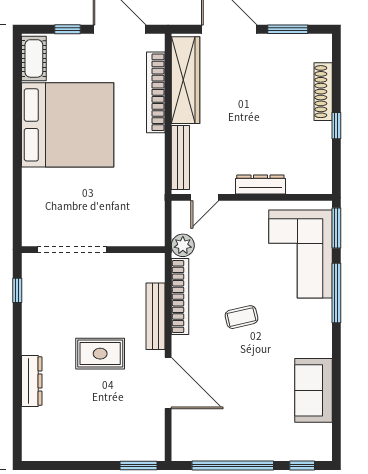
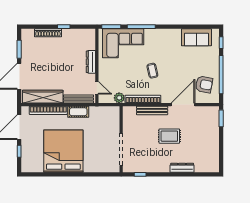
cot: (34, 58) -> (78, 112), moved
rug: (100, 354) -> (169, 136), turned 90
sofa: (313, 390) -> (196, 37), moved
armchair: (212, 428) -> (204, 84), added

